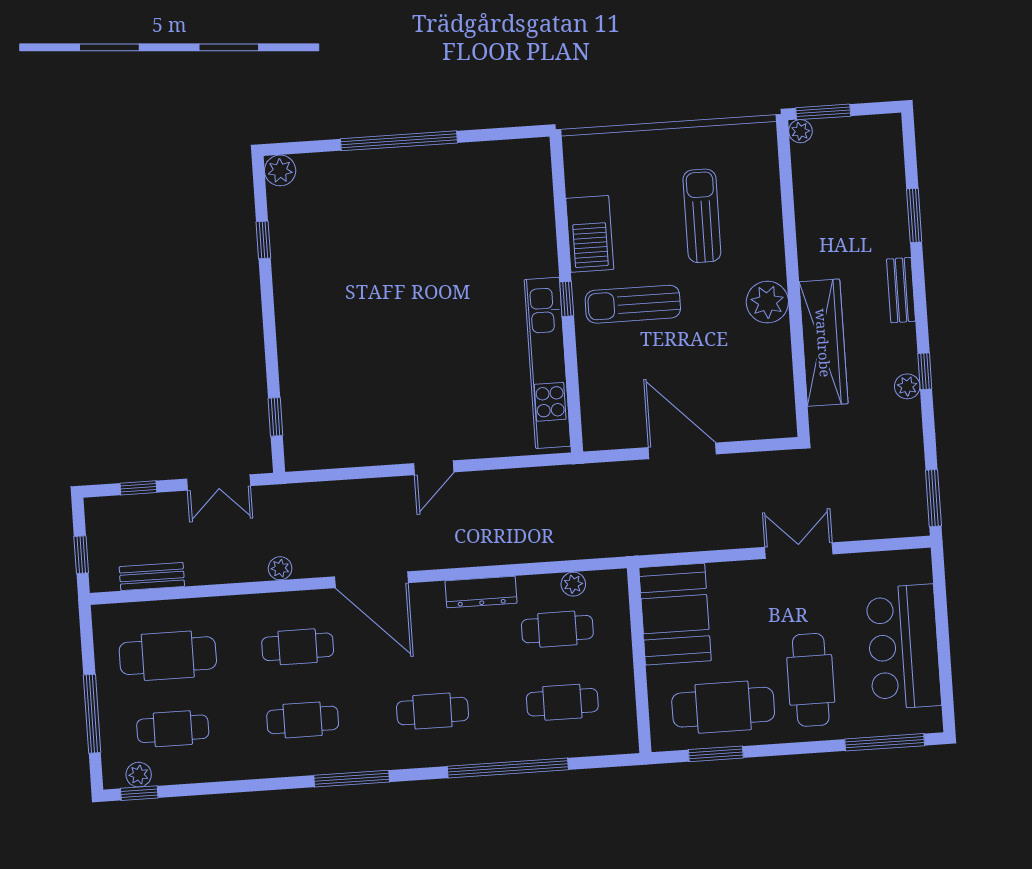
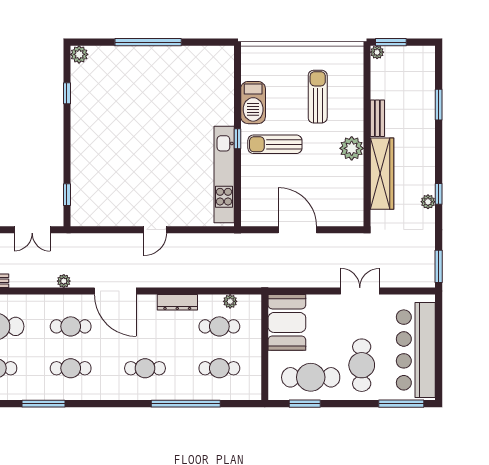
bench: (901, 290) -> (377, 118), moved
bar counter: (904, 647) -> (416, 350), width x1.36
window: (352, 779) -> (43, 404), moved

